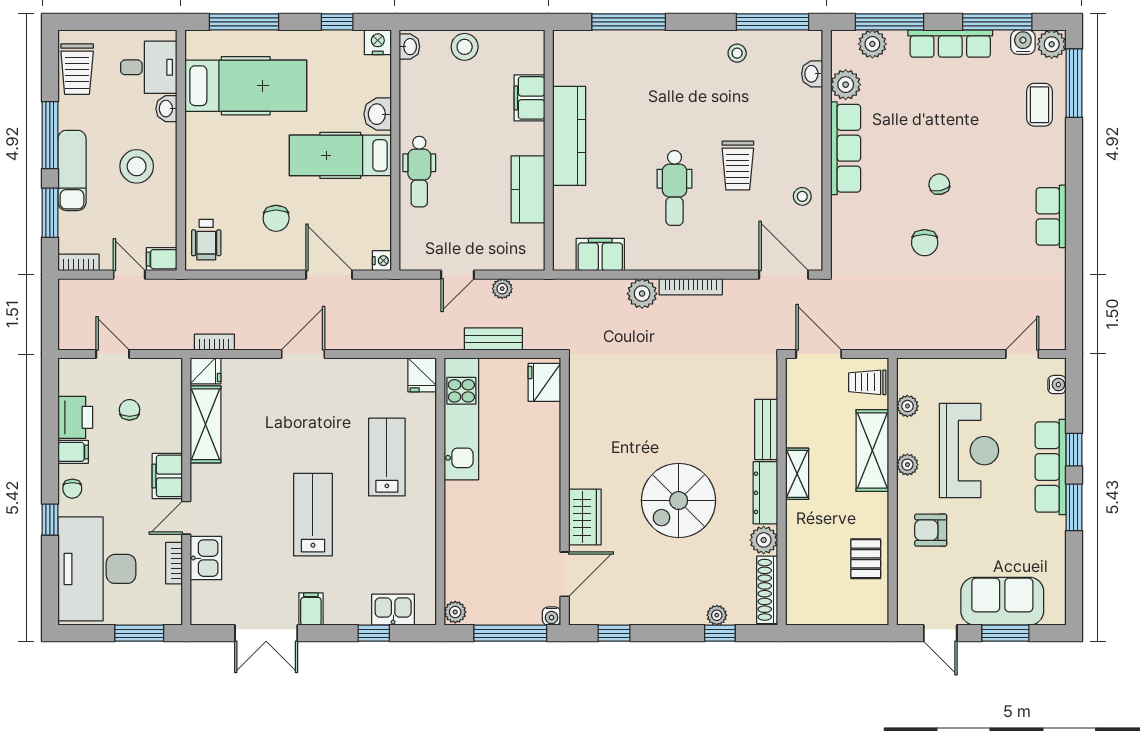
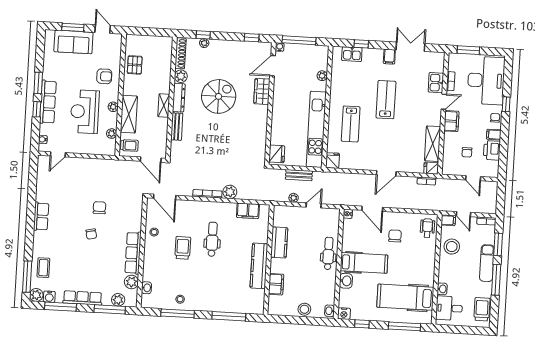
window: (772, 22) -> (178, 313), moved
stool: (137, 166) -> (452, 247), moved
kitchen unit: (461, 419) -> (316, 129), width x1.36
lab bench: (313, 515) -> (386, 100), turned 180
plant: (455, 612) -> (322, 76), moved

